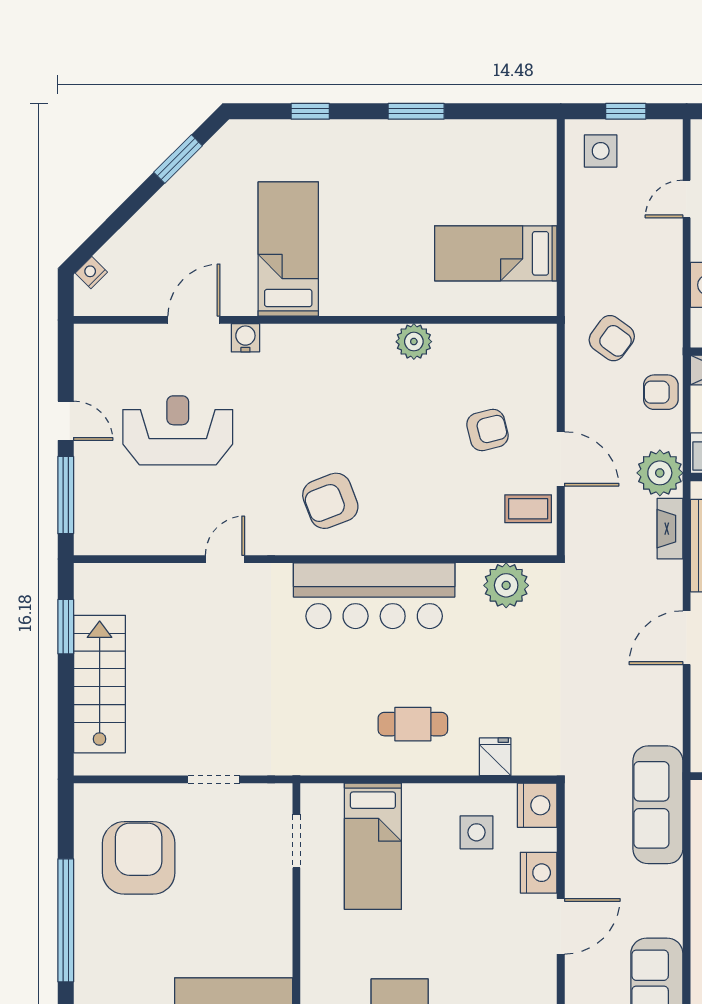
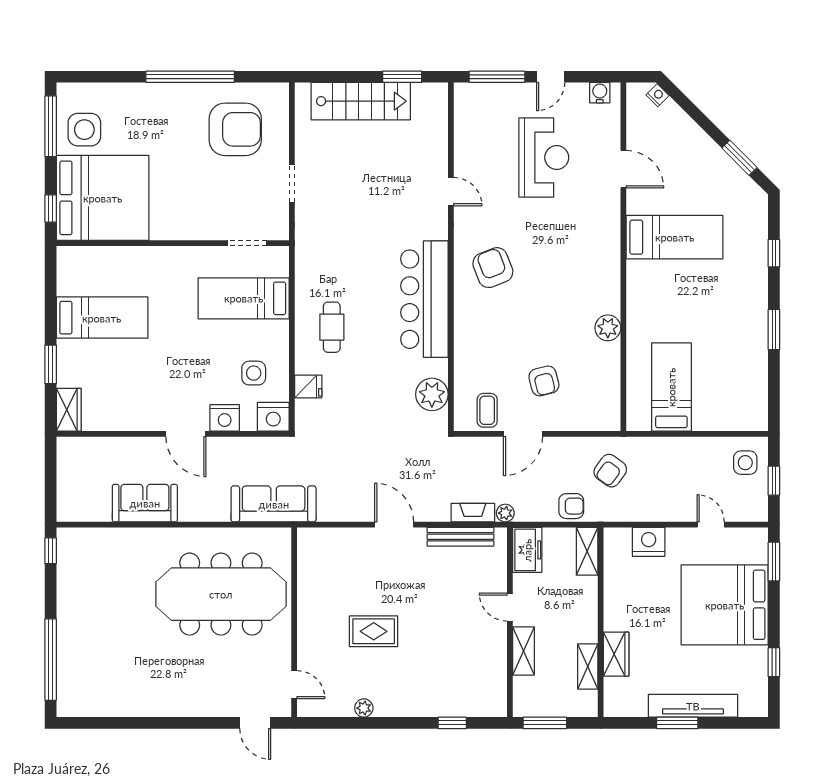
water cooler: (245, 338) -> (600, 93), moved, turned -90
armchair: (661, 392) -> (571, 506), turned 90
plant: (660, 473) -> (505, 513), width x0.53, depth x0.53

